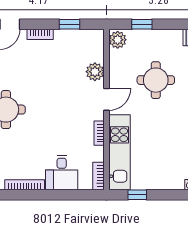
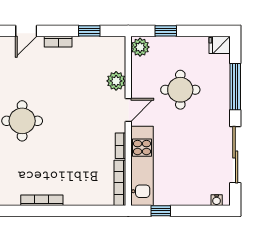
desk: (62, 173) -> (81, 187), removed
bookcase: (99, 176) -> (120, 183), width x1.56

